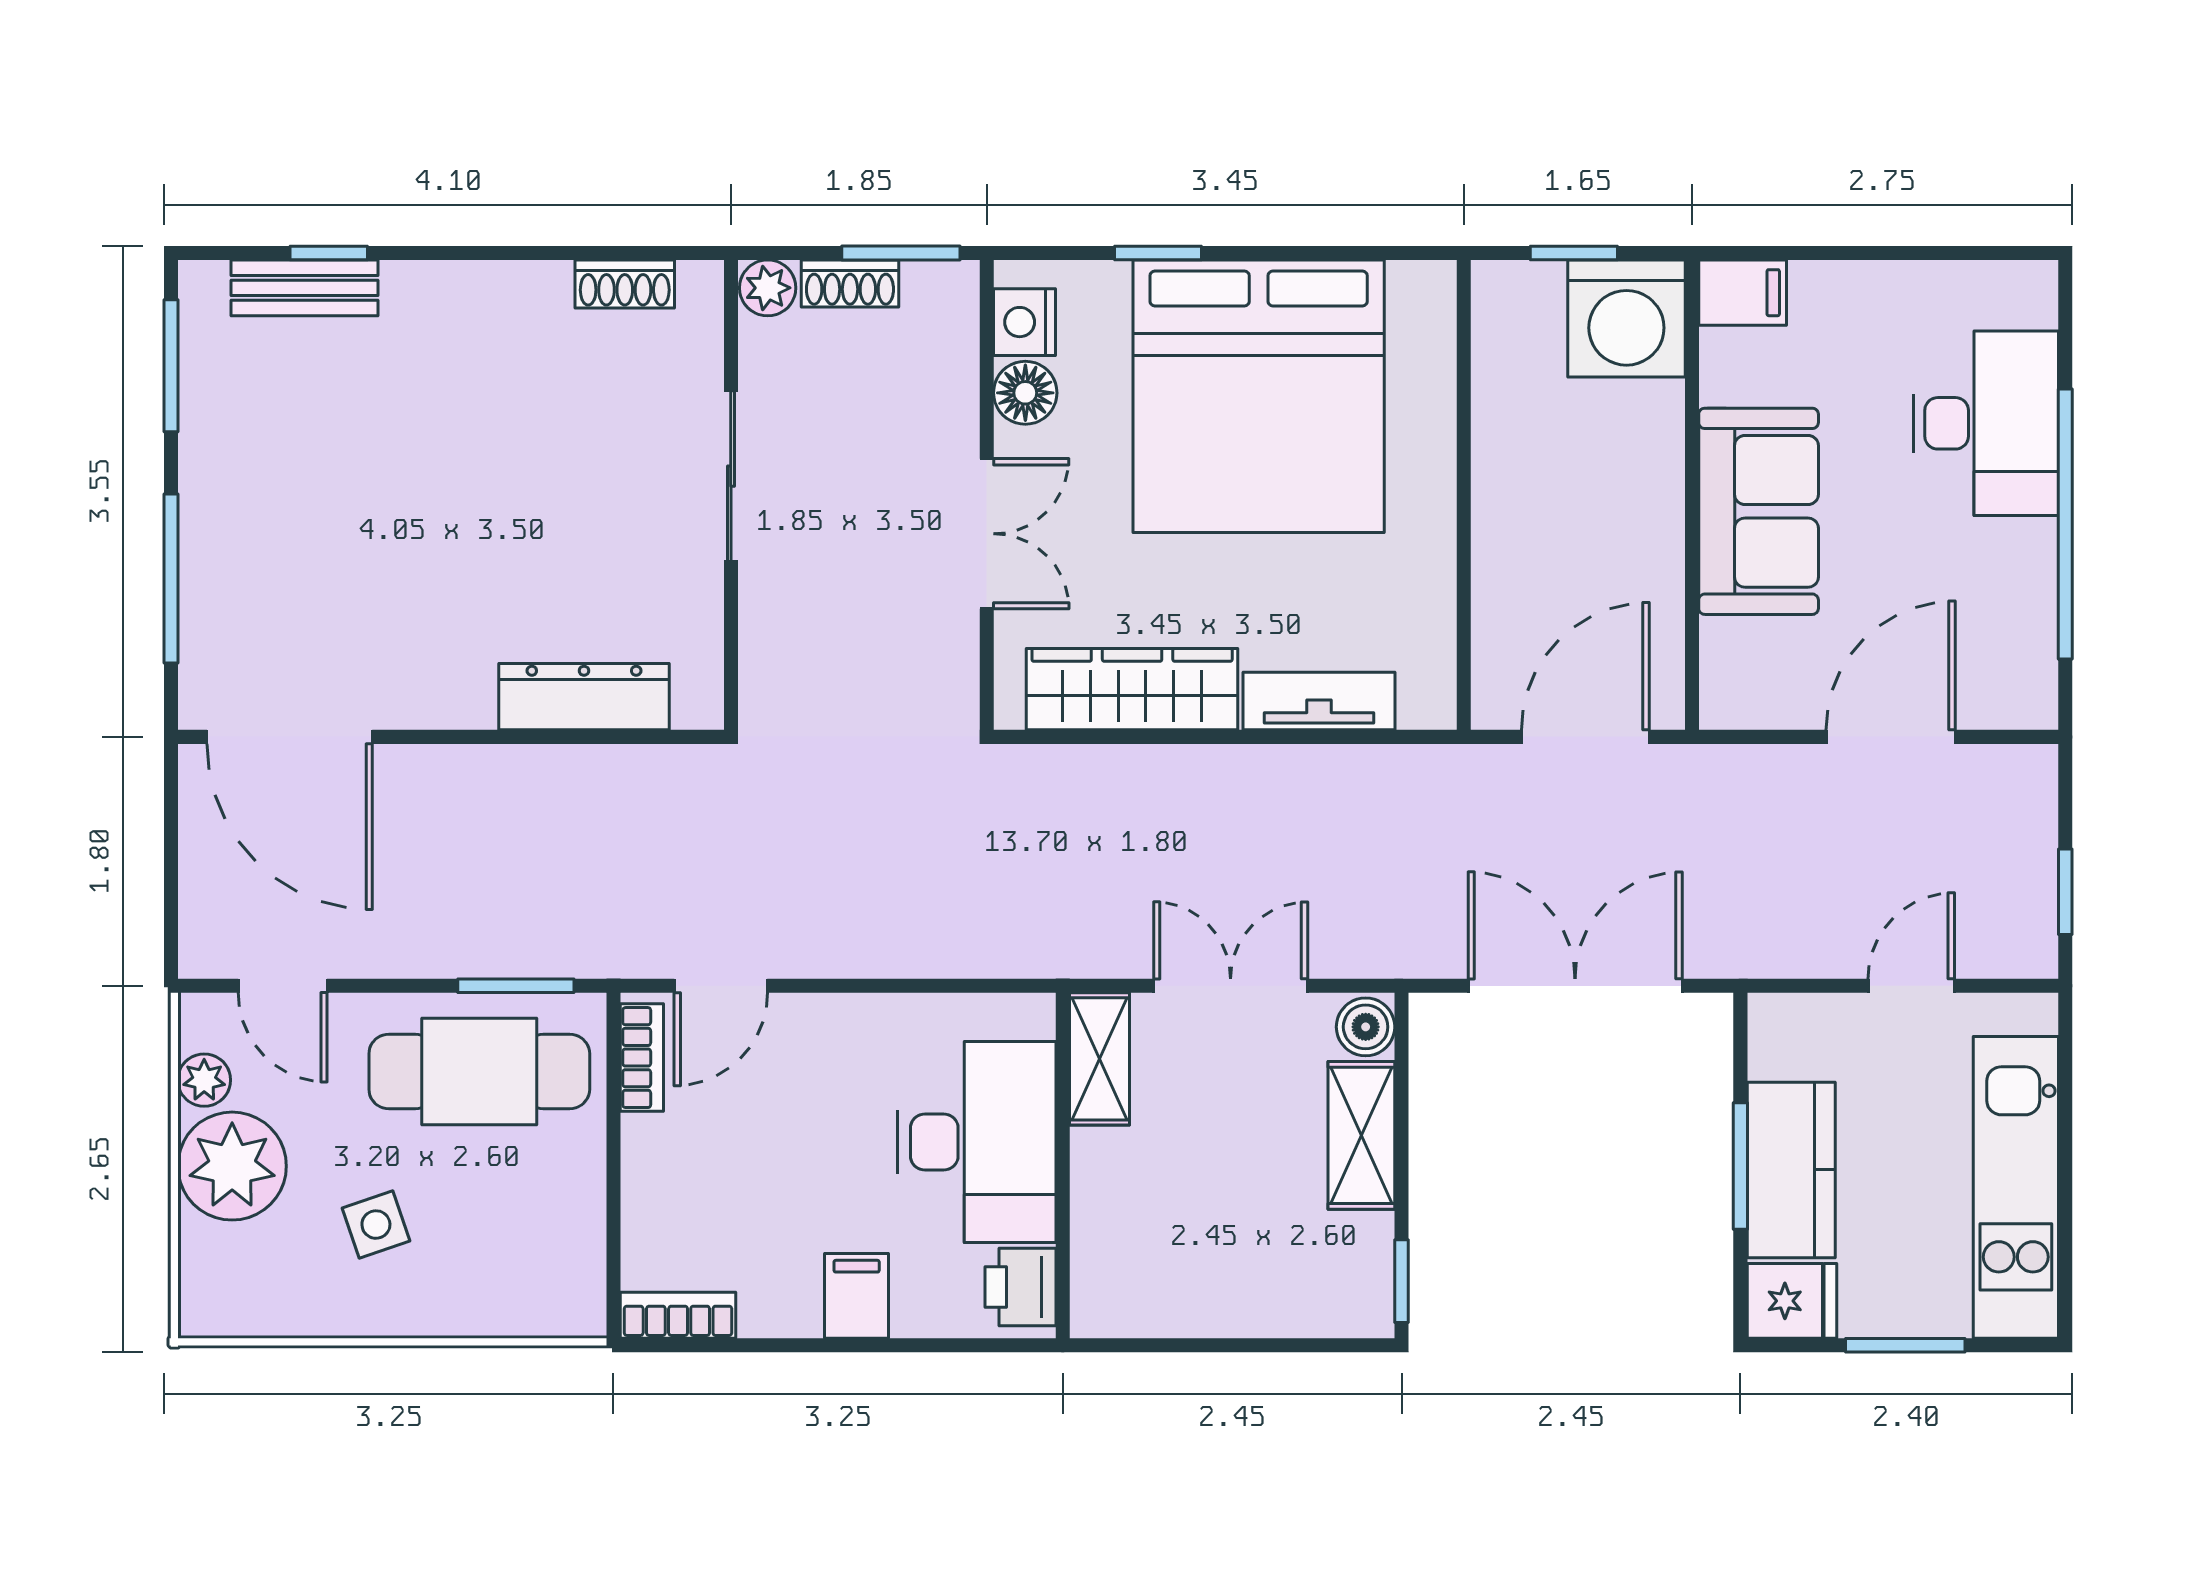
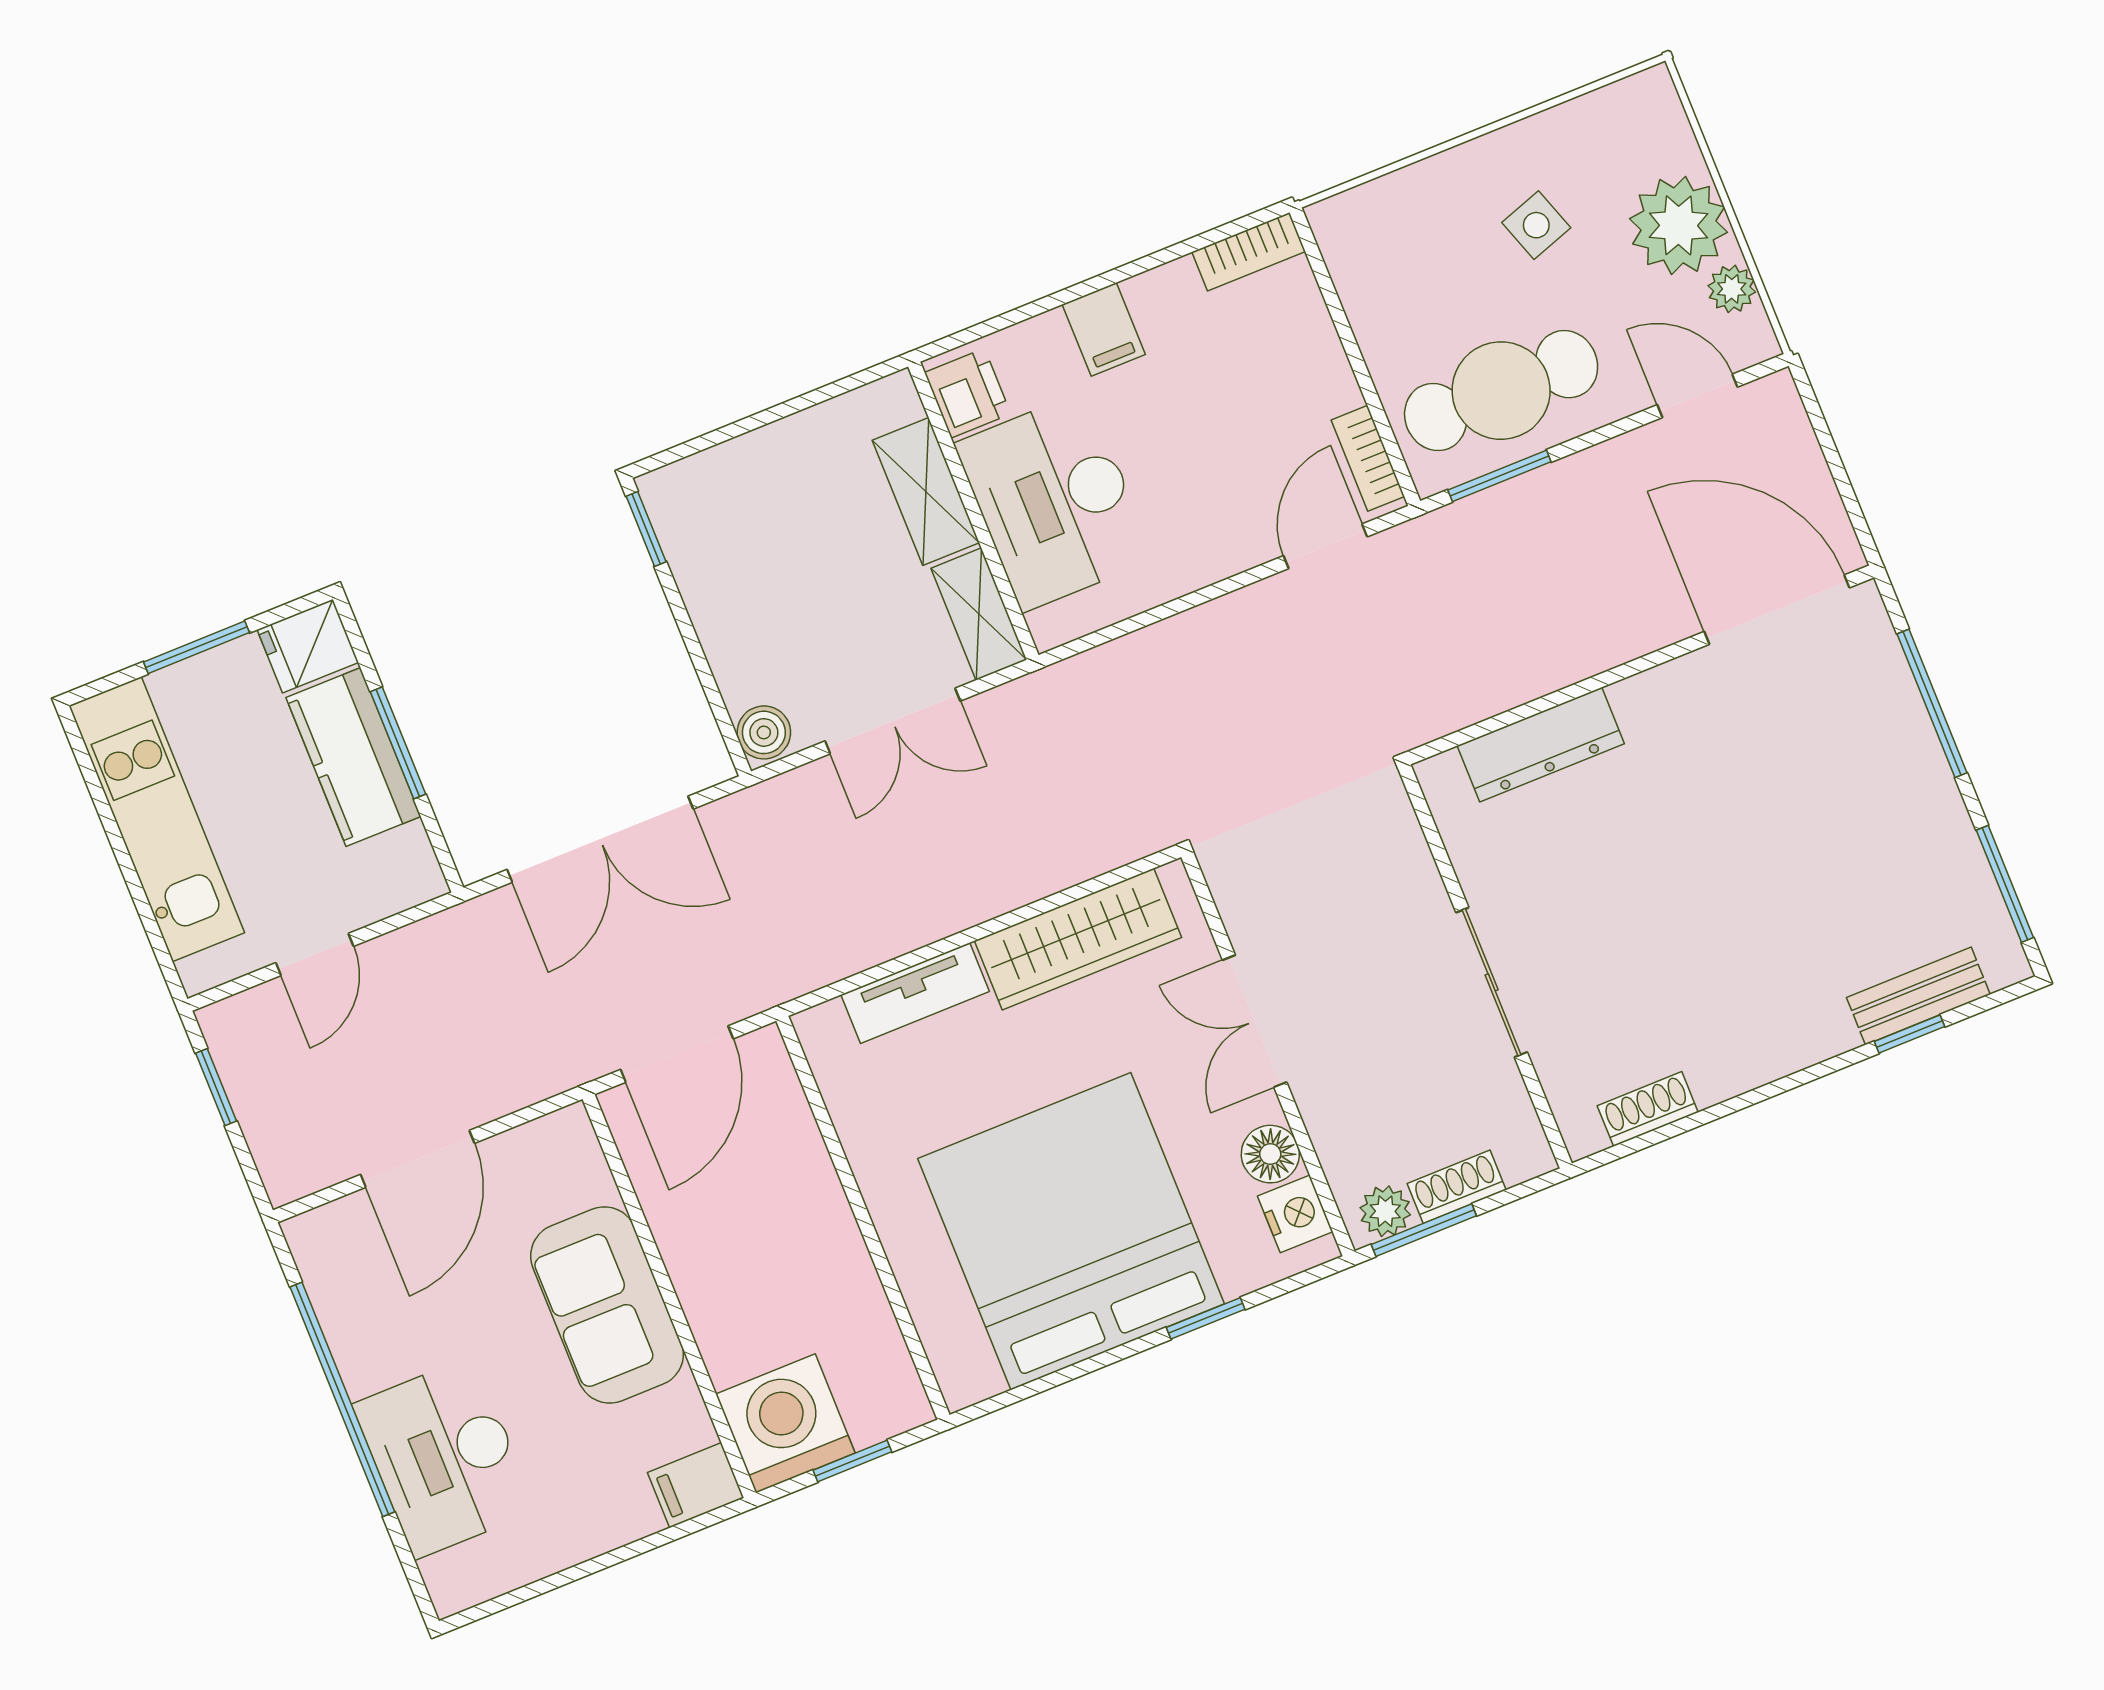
plant: (768, 288) -> (1385, 1211), moved
shelving: (1361, 1135) -> (926, 492), moved

